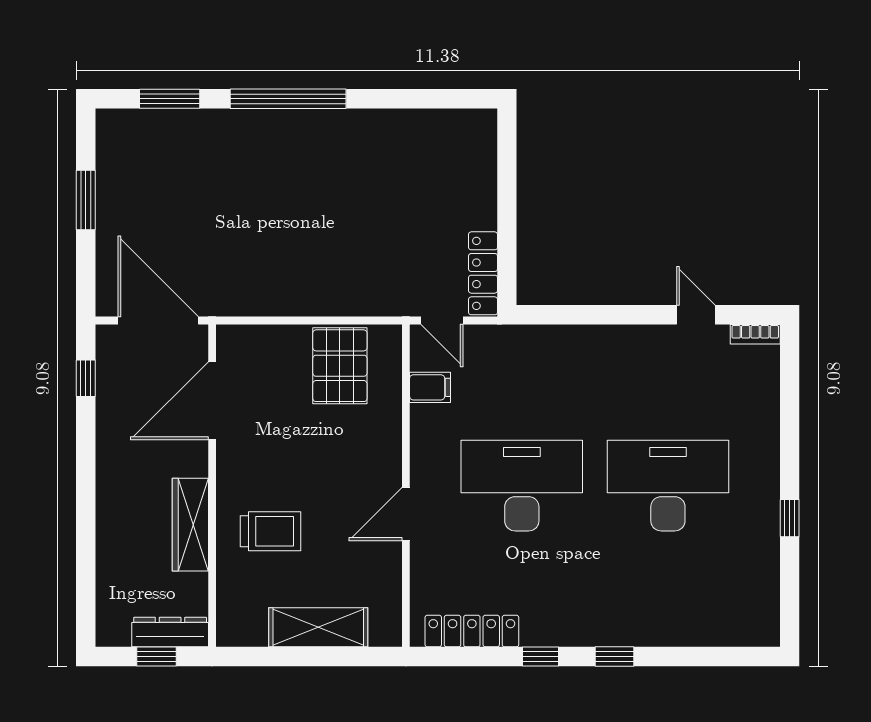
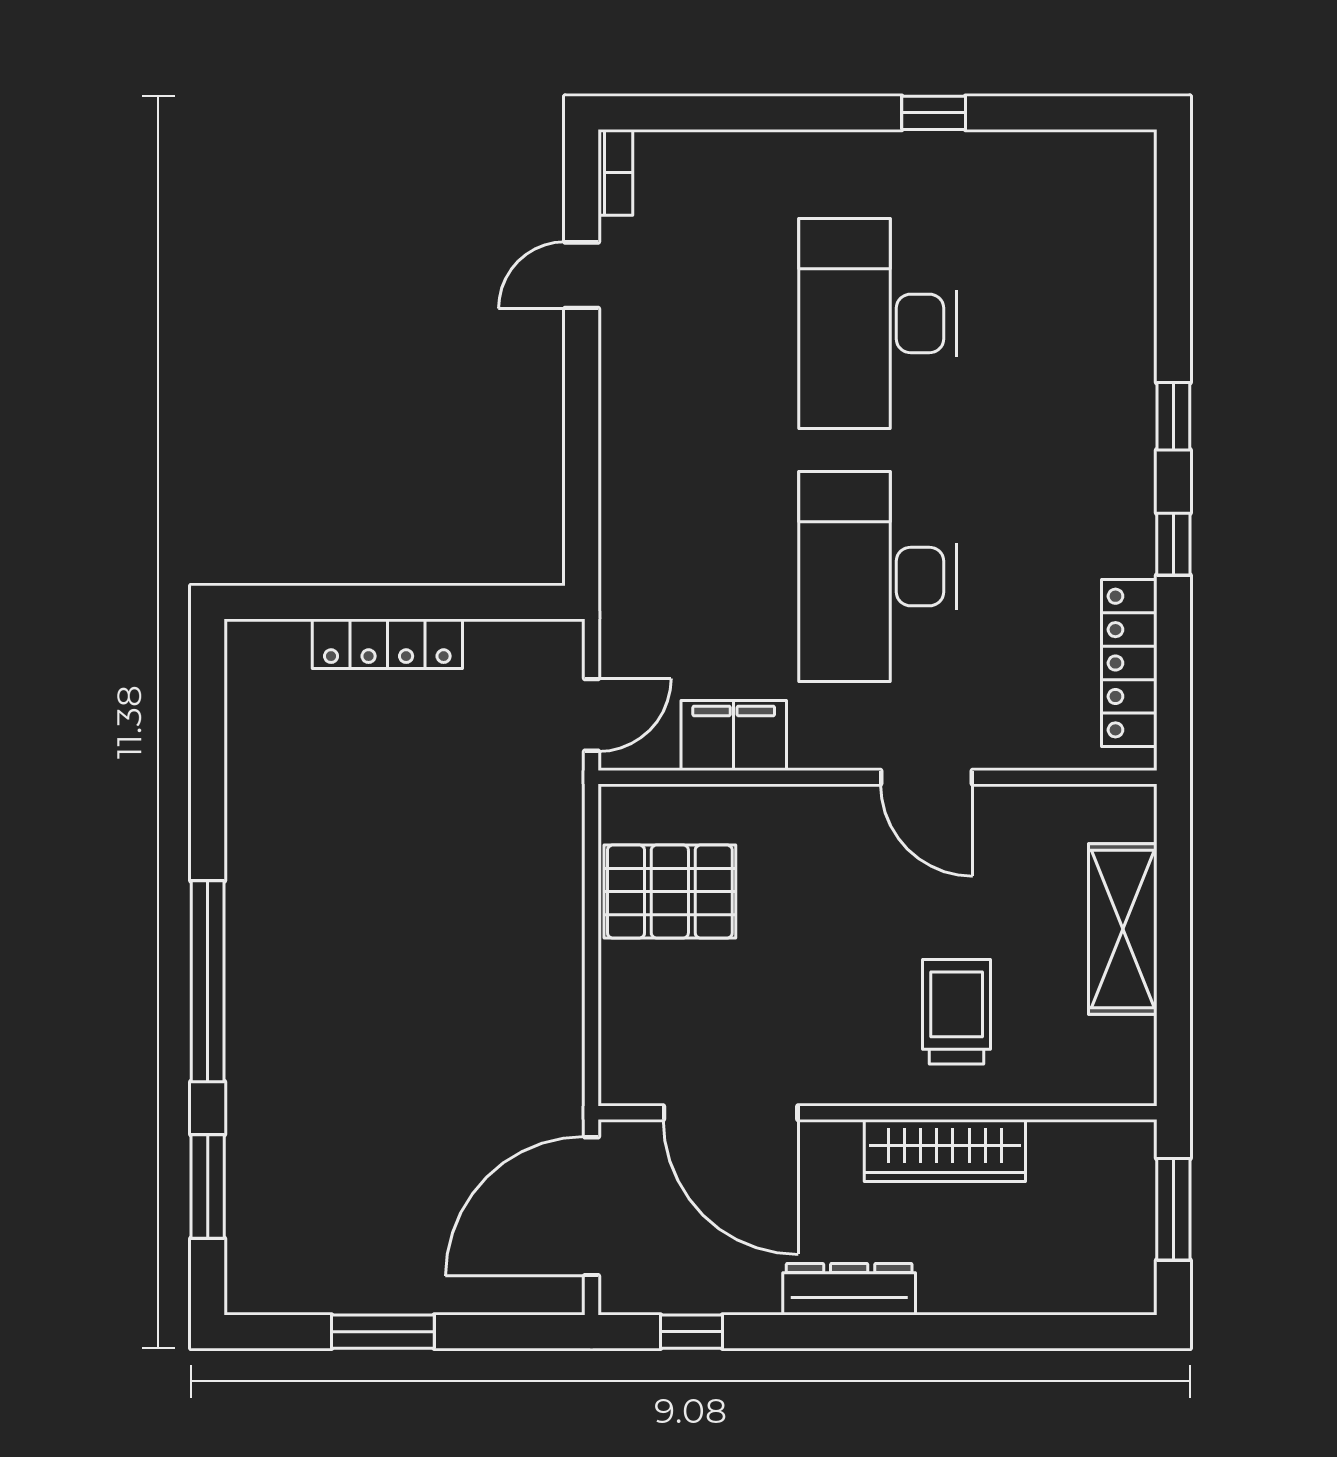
locker: (483, 273) -> (387, 644), moved
filing cabinet: (430, 387) -> (734, 736), width x2.00
dresser: (170, 632) -> (849, 1289), moved, turned 90
window: (156, 657) -> (1173, 1209), width x1.50

